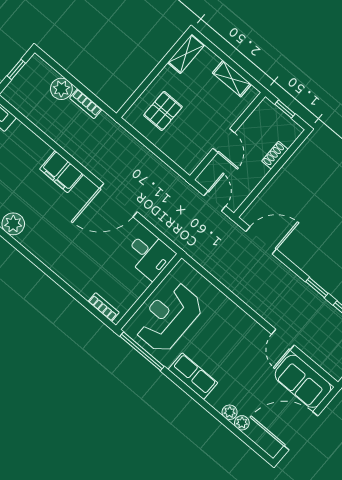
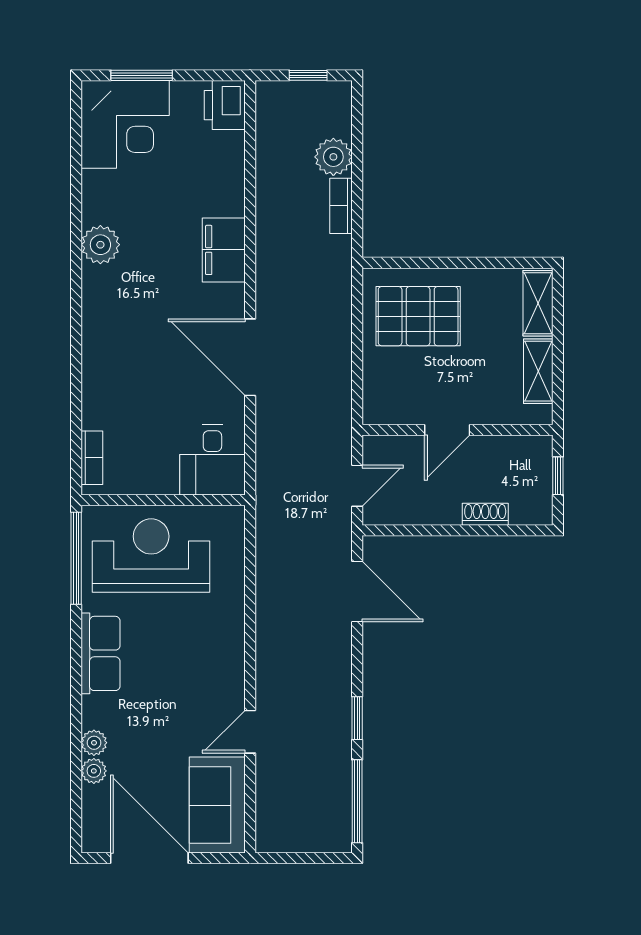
shelving: (186, 54) -> (538, 303), moved, turned 90
pallet: (163, 111) -> (418, 316), width x1.50, depth x1.42

